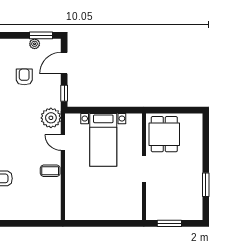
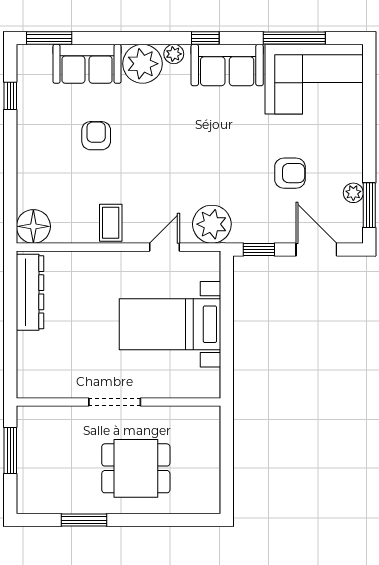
dining table: (164, 134) -> (136, 468), moved
floor lamp: (52, 211) -> (33, 226), added
dresser: (87, 213) -> (30, 292), added

